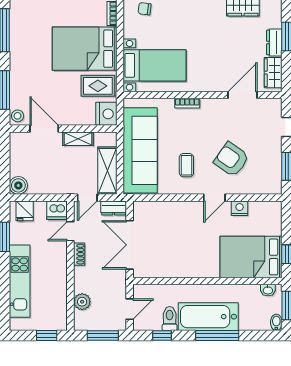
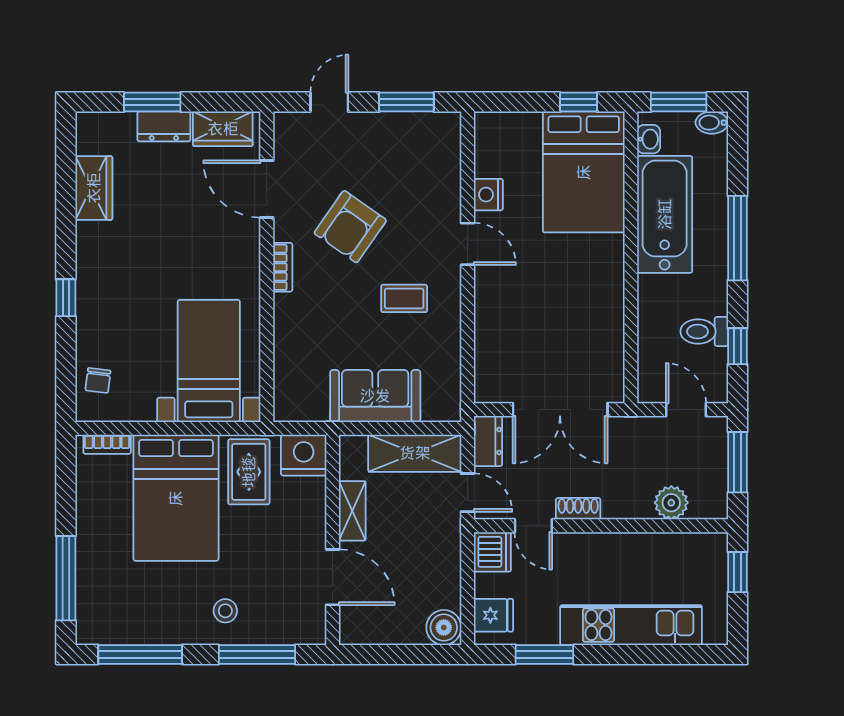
bookcase: (187, 103) -> (283, 267), moved
stool: (18, 116) -> (225, 611), moved
door: (44, 129) -> (333, 577), swing flipped
sofa: (140, 150) -> (375, 396), width x0.54, depth x0.79
armchair: (231, 159) -> (350, 227), moved
bathtub: (208, 317) -> (665, 214), moved, turned 180

